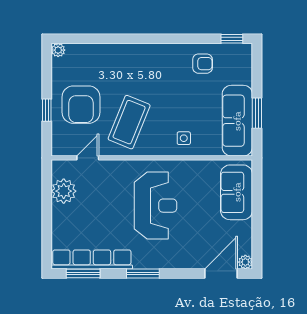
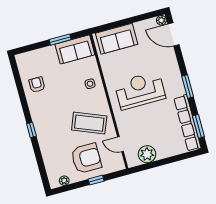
window: (232, 39) -> (31, 130), moved
plant: (58, 50) -> (64, 181), moved
sofa: (237, 121) -> (75, 49), width x0.73

